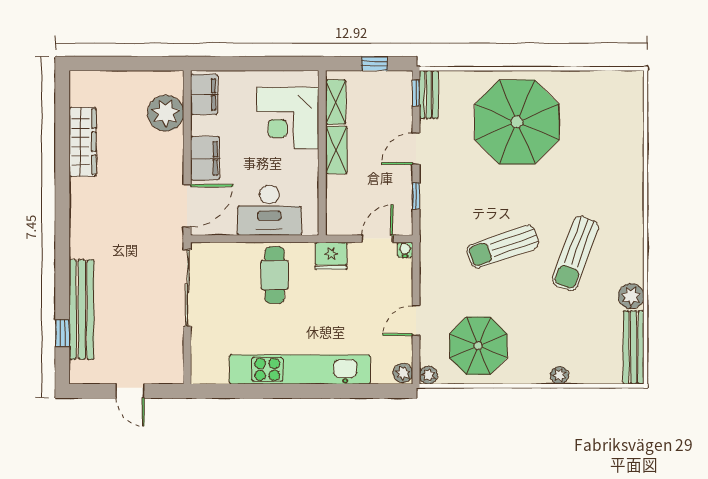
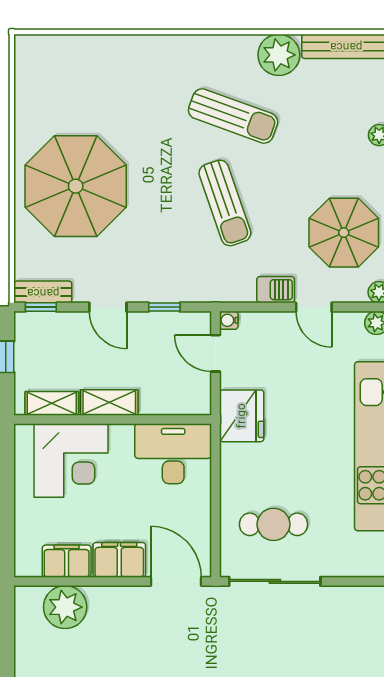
filing cabinet: (204, 94) -> (67, 561), moved
desk: (269, 210) -> (173, 454), moved, turned -90
fridge: (331, 256) -> (242, 416), width x1.36, depth x1.34
cafe table: (275, 275) -> (274, 524), moved
barbecue: (431, 289) -> (276, 290), added
plant: (631, 296) -> (279, 55), width x1.36, depth x1.36

